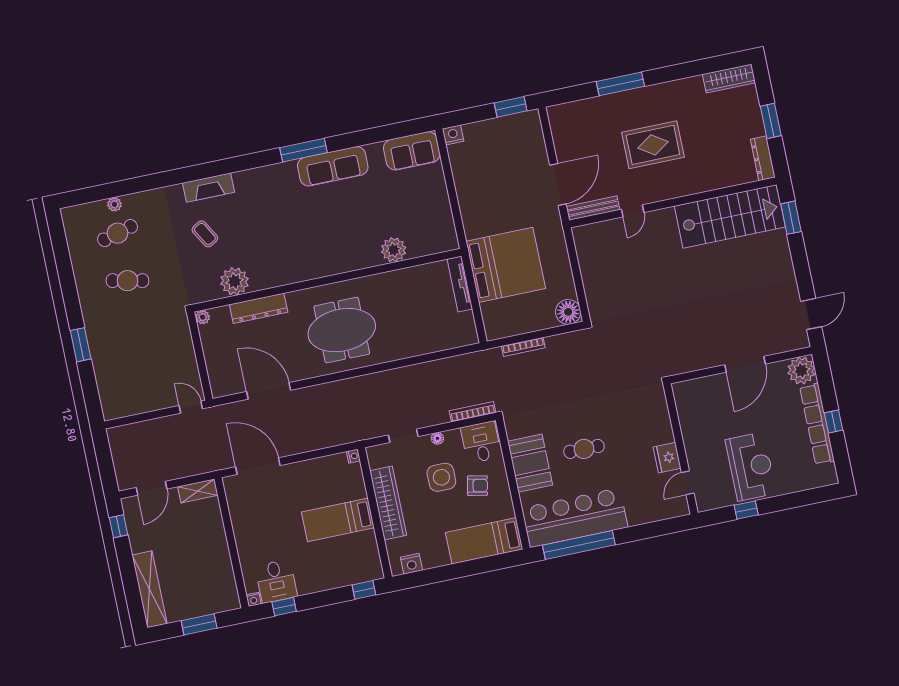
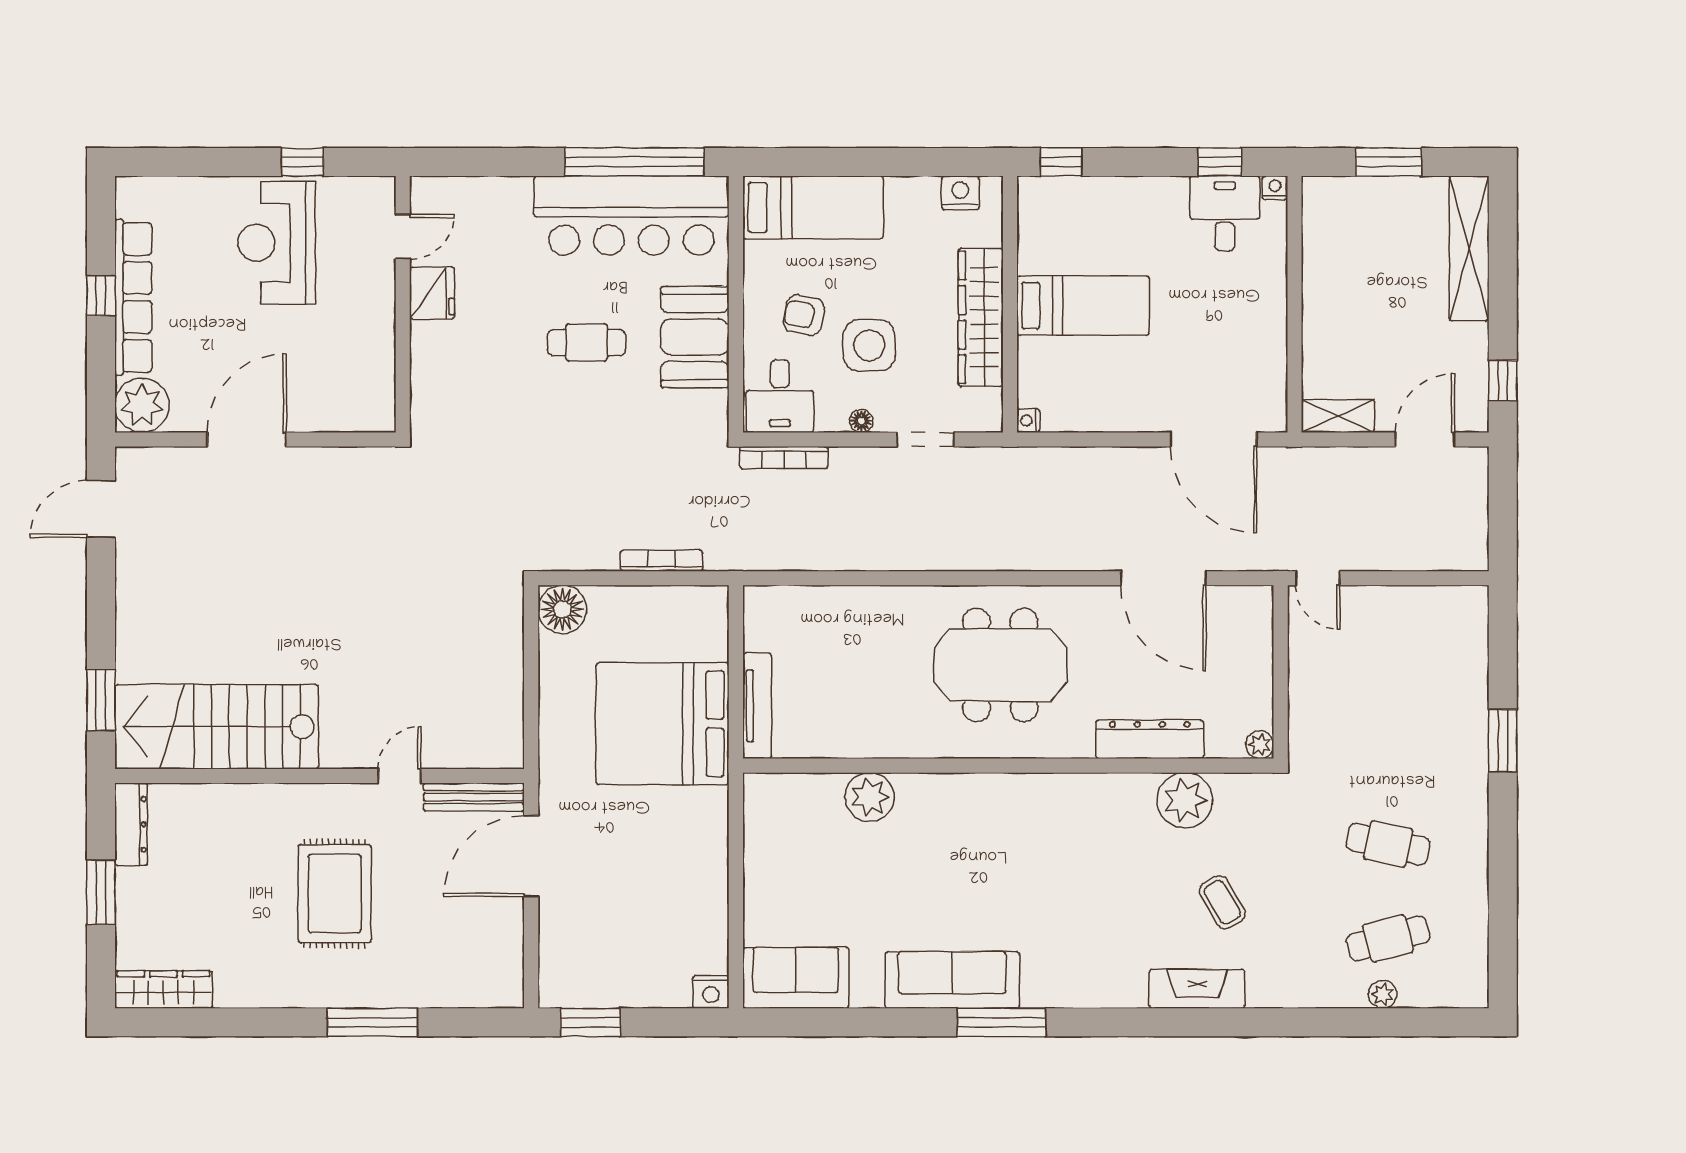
rug: (653, 145) -> (335, 894), turned 90

